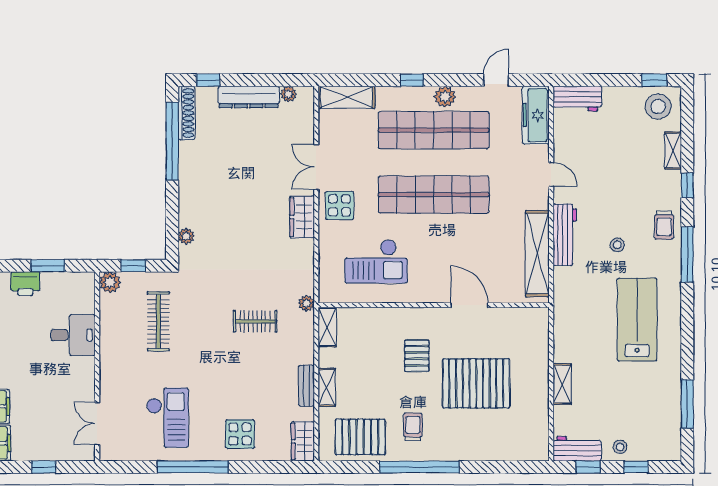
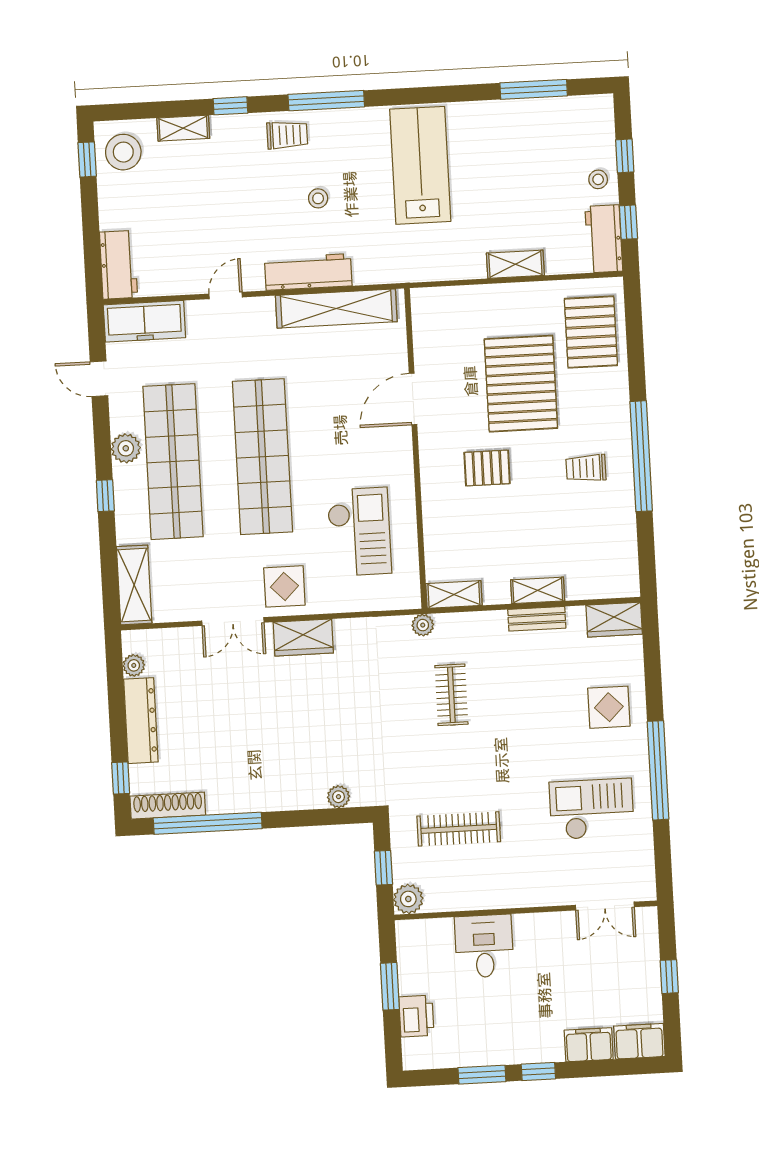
lab bench: (637, 320) -> (420, 165), turned 90
pallet: (360, 437) -> (591, 332), moved

